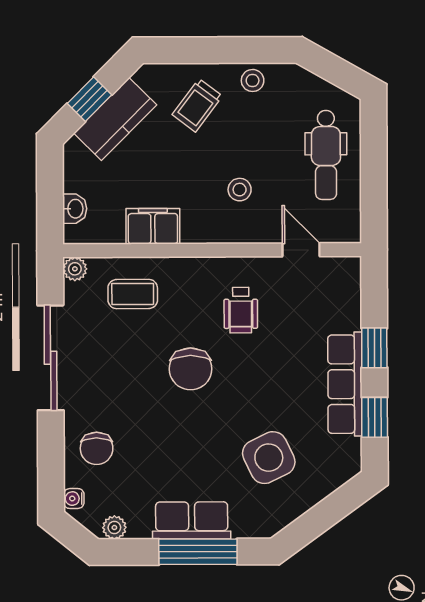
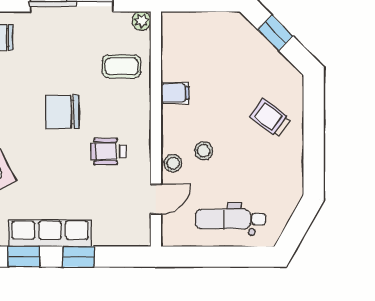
stool: (253, 80) -> (173, 163), moved
kitchen counter: (115, 119) -> (260, 53), removed
washbasin: (75, 209) -> (189, 21), removed
filing cabinet: (153, 226) -> (175, 93), width x0.50
coffee table: (133, 294) -> (122, 66), turned 90

